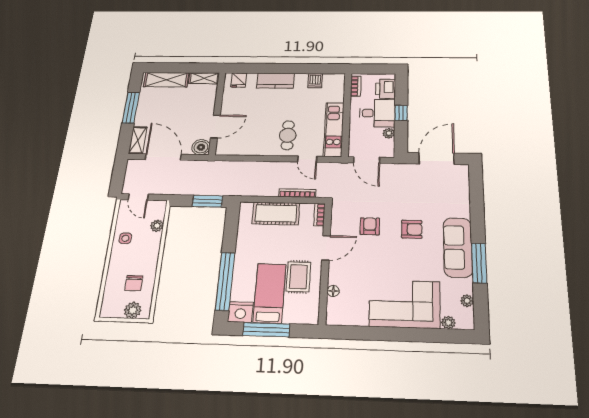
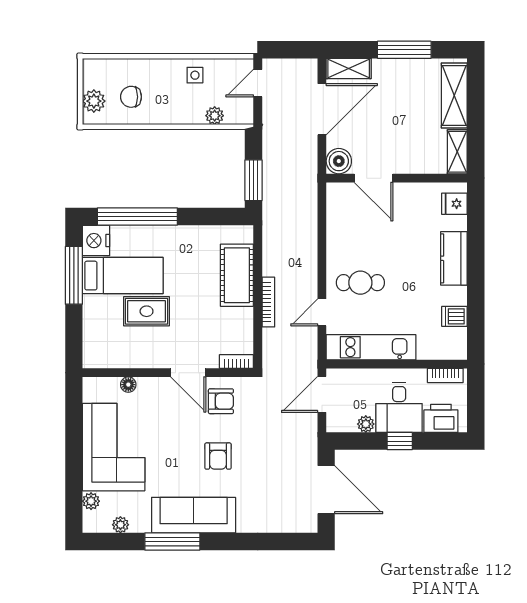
bookcase: (319, 215) -> (236, 362), moved
door: (326, 248) -> (188, 373), moved
wall: (325, 262) -> (168, 373), moved
floor lamp: (333, 291) -> (128, 385), moved

